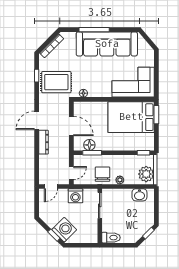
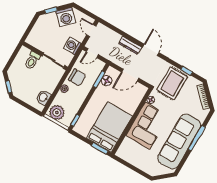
corner sofa: (133, 82) -> (147, 126), moved
door: (71, 173) -> (92, 53), hinge flipped
washing machine: (64, 230) -> (66, 17), moved
toilet: (111, 238) -> (32, 60), moved

